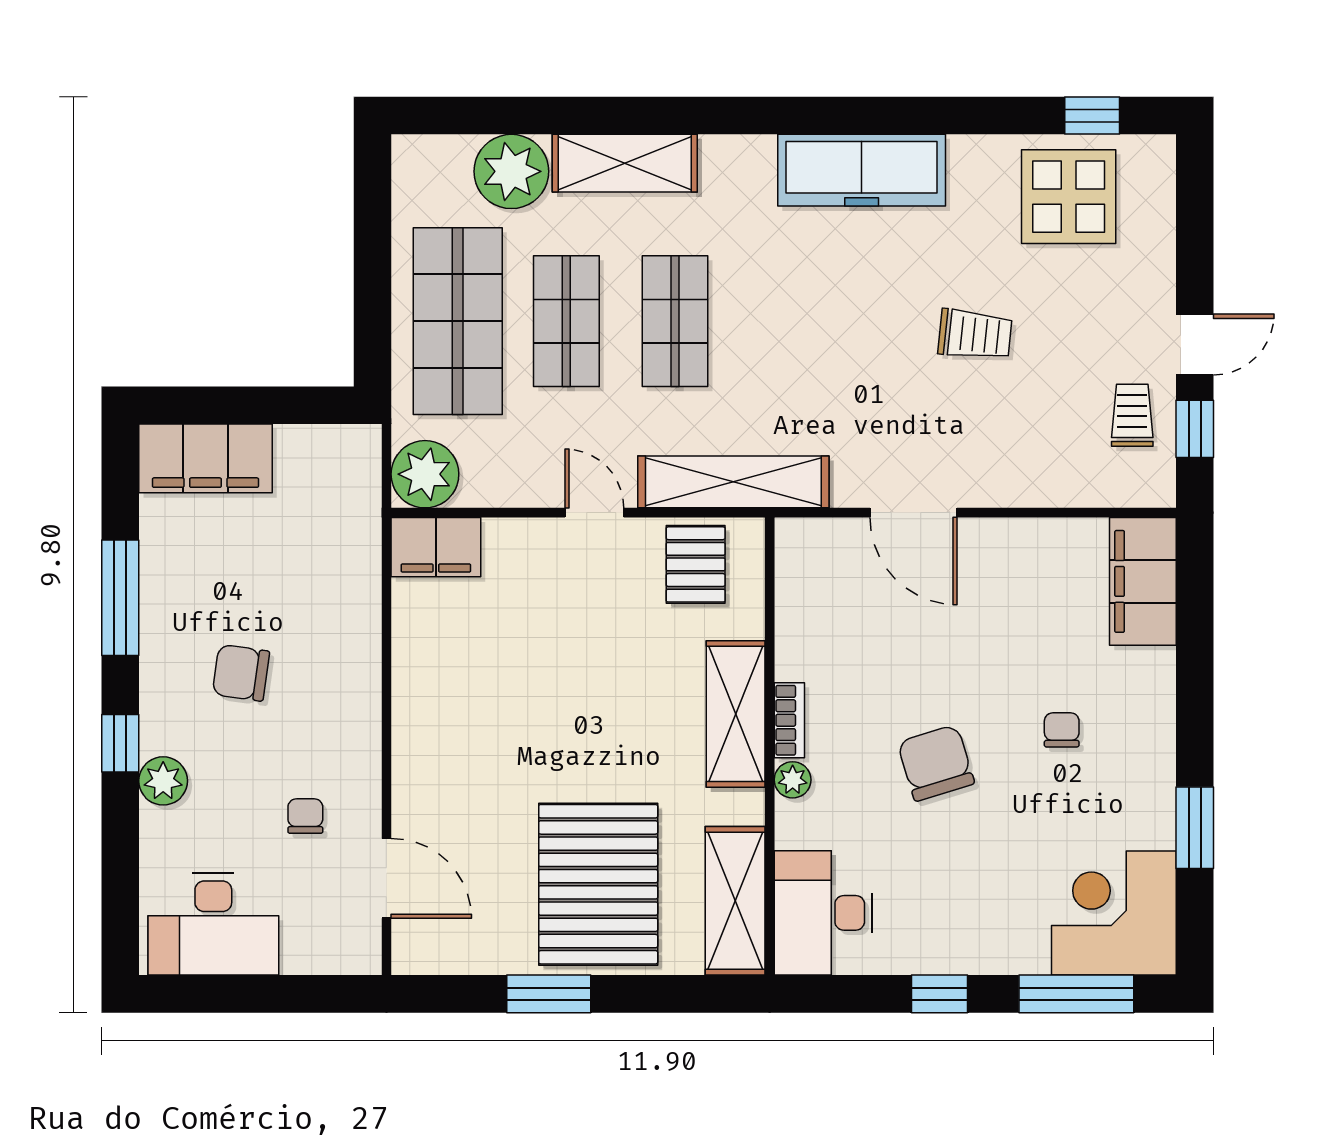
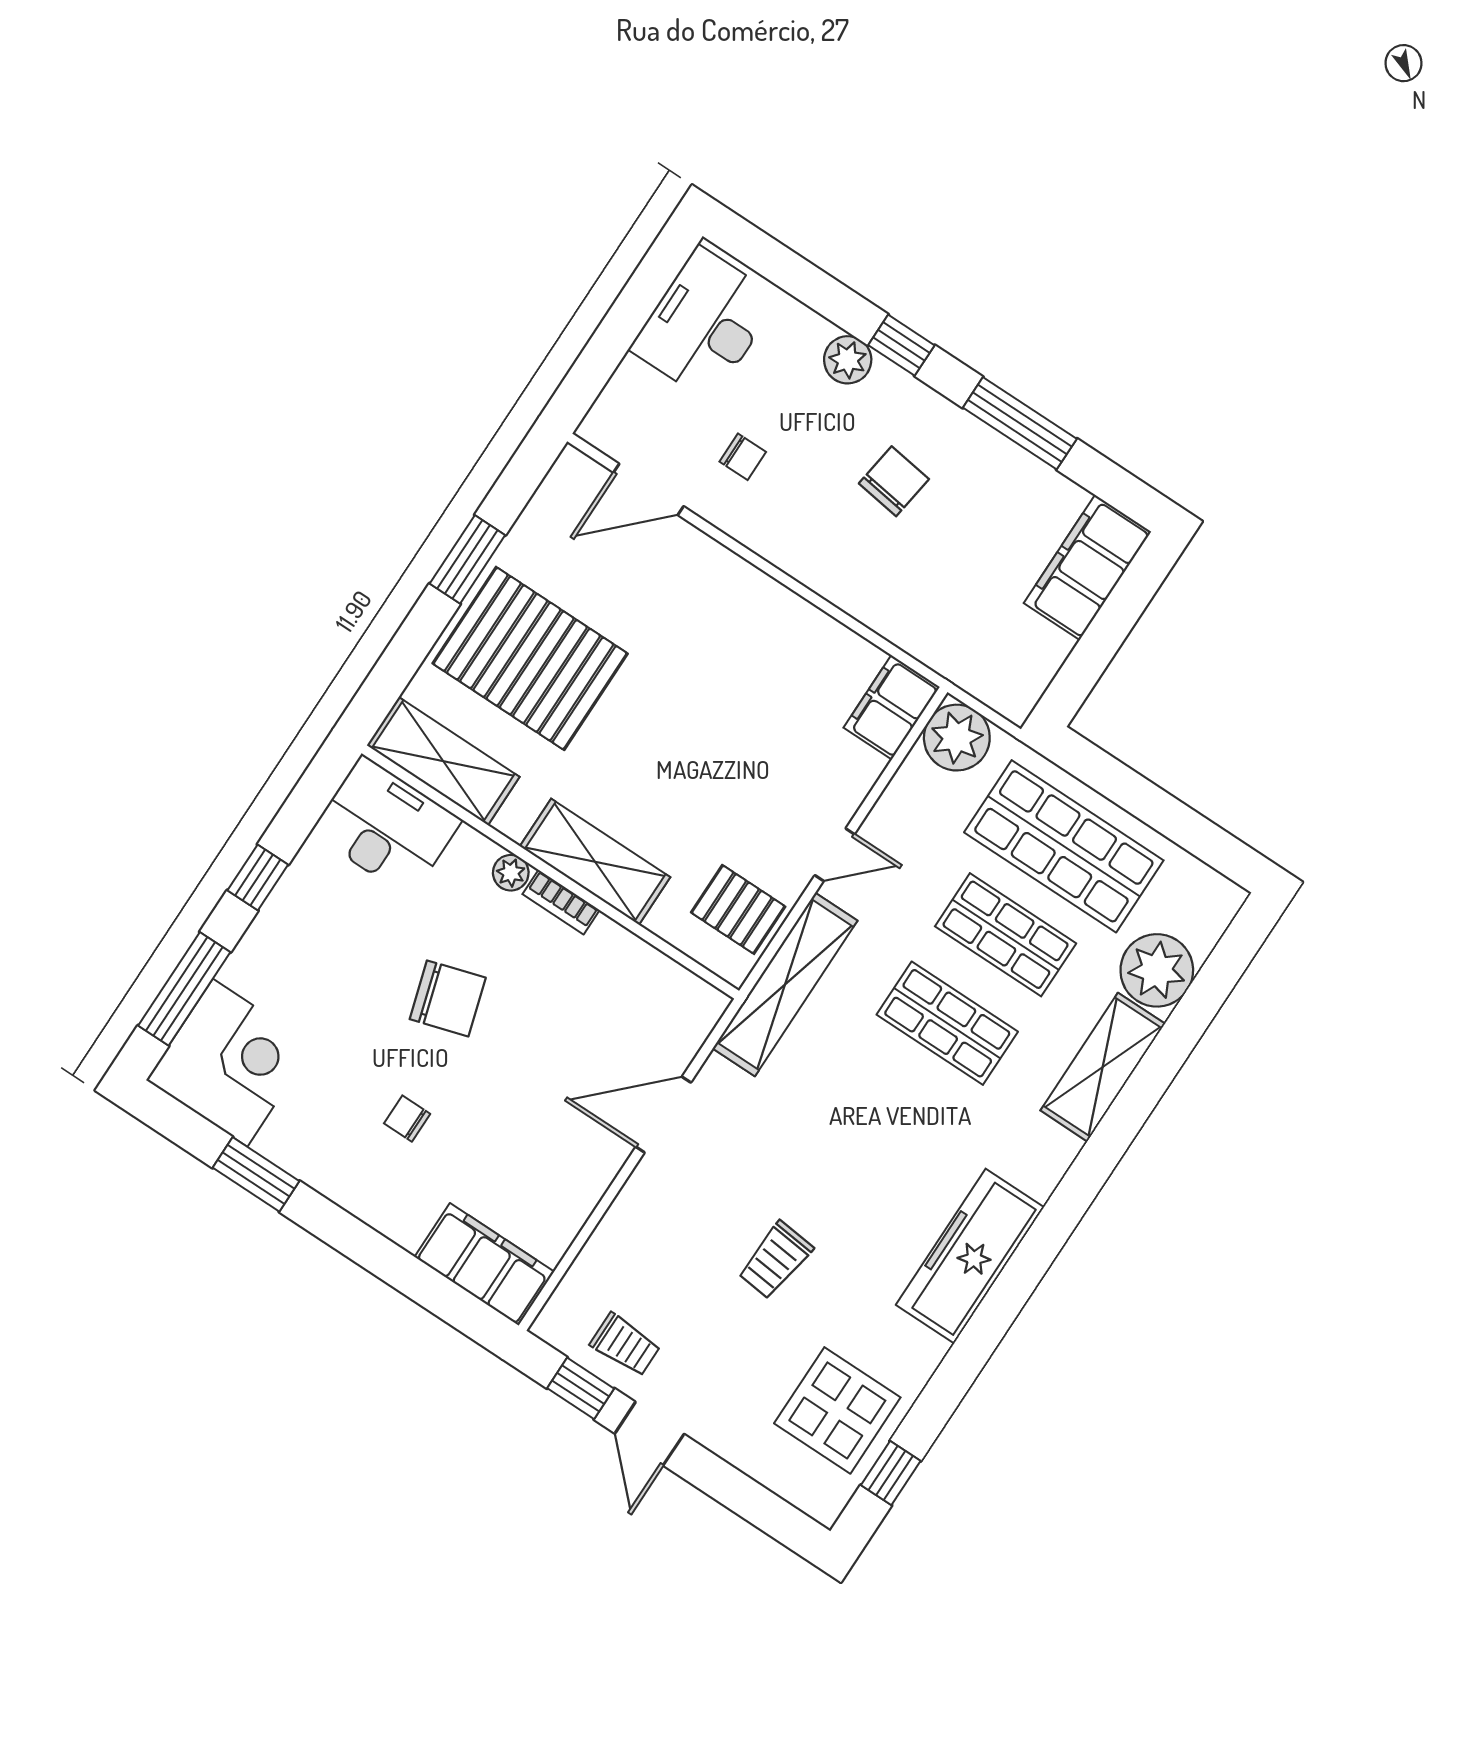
chair: (1062, 730) -> (407, 1119), turned 180

